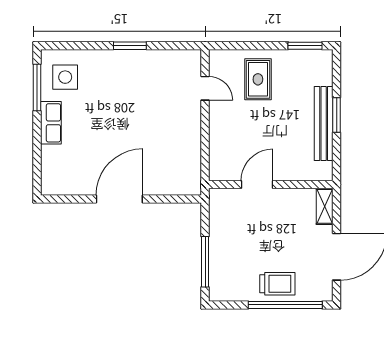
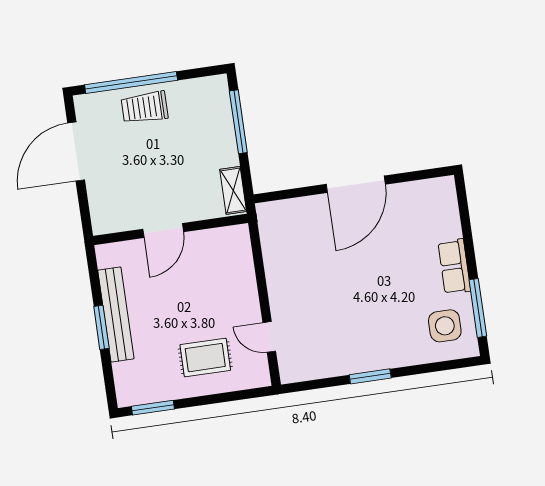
rug: (258, 79) -> (205, 358), turned 90
door: (257, 184) -> (163, 230), moved
shelving: (325, 206) -> (233, 190), moved

